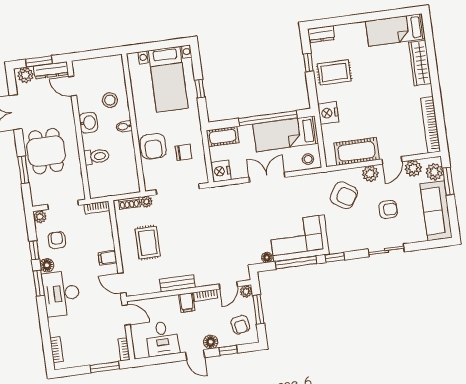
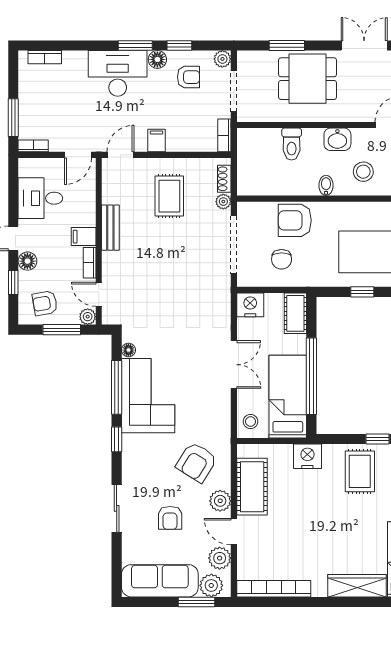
rug: (148, 243) -> (169, 196), turned 90

